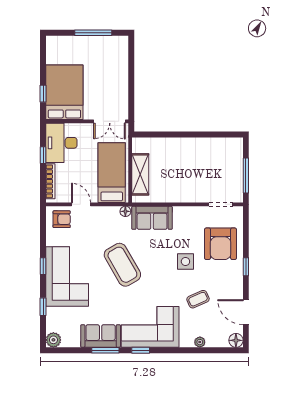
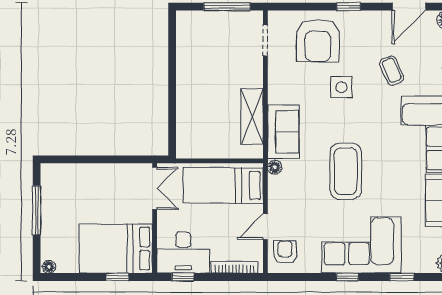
floor lamp: (51, 42) -> (49, 267), added
window: (43, 155) -> (183, 277), moved
shelving: (140, 174) -> (252, 117), moved, turned 90
armchair: (221, 244) -> (318, 40), turned 90
coffee table: (122, 265) -> (346, 171), turned -60

